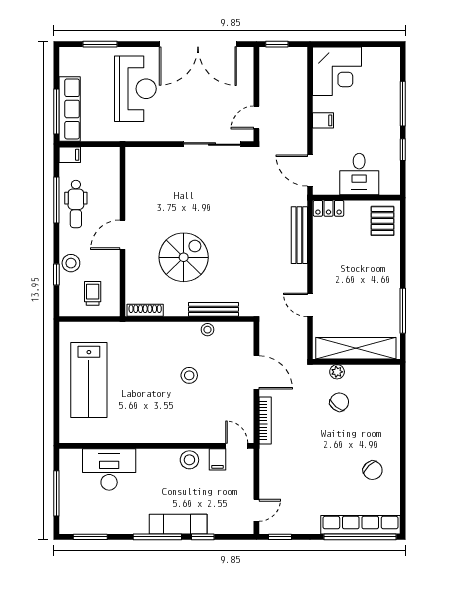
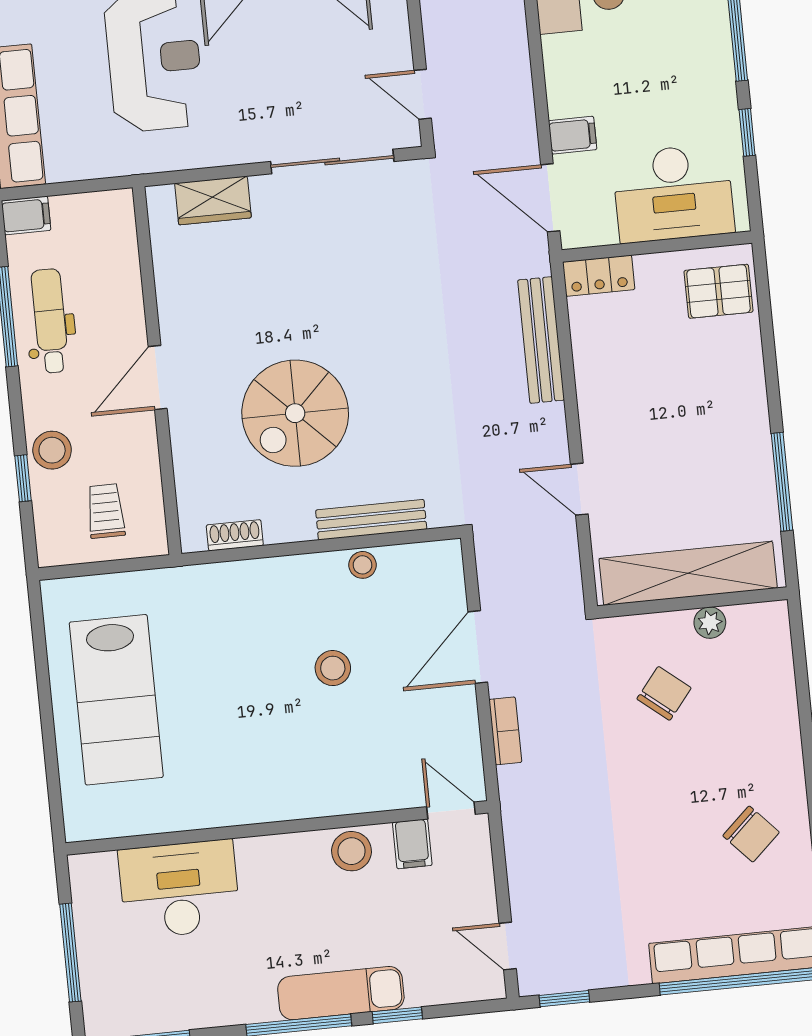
door: (256, 117) -> (423, 94), hinge flipped
filing cabinet: (323, 120) -> (573, 135), moved
wardrobe: (156, 156) -> (213, 201), added
desk: (359, 174) -> (673, 193), width x1.37
dental chair: (76, 204) -> (50, 321), turned 180
pallet: (383, 221) -> (719, 291), turned 90
spiral stairs: (184, 257) -> (295, 413), turned 180
shoe rack: (145, 310) -> (235, 535), width x0.70
door: (256, 372) -> (478, 647), swing flipped
plant: (337, 372) -> (710, 623), moved
bookcase: (265, 421) -> (505, 731), width x0.64
door: (256, 510) -> (508, 946), swing flipped

